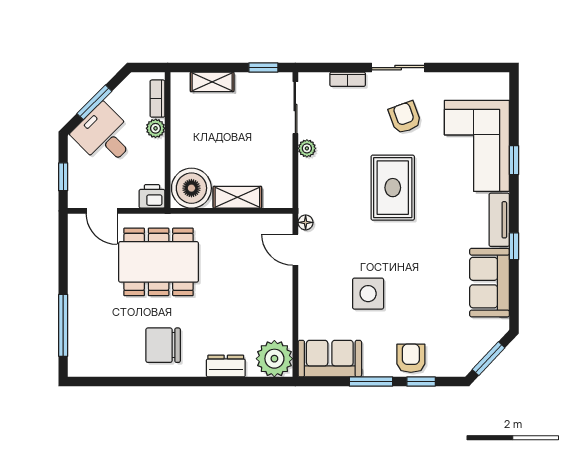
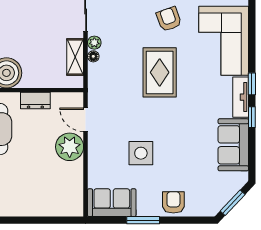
window: (514, 160) -> (252, 84), moved
shelving: (237, 197) -> (75, 57), moved, turned 90
floor lamp: (306, 222) -> (93, 56), moved
plant: (274, 359) -> (70, 147), moved
dresser: (226, 366) -> (35, 101), moved, turned 180
window: (421, 381) -> (181, 220), removed

